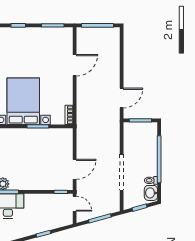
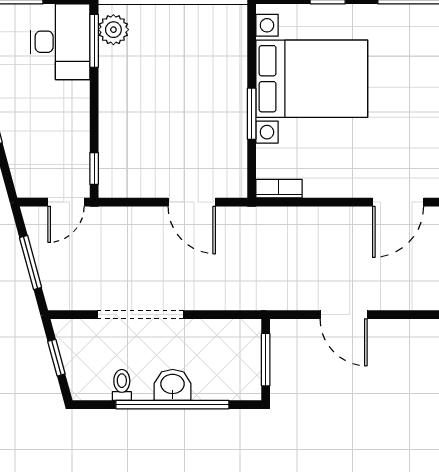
door: (75, 65) -> (398, 202), hinge flipped
door: (122, 98) -> (344, 315), moved
door: (75, 169) -> (192, 202), moved
washbasin: (151, 193) -> (173, 385), moved

